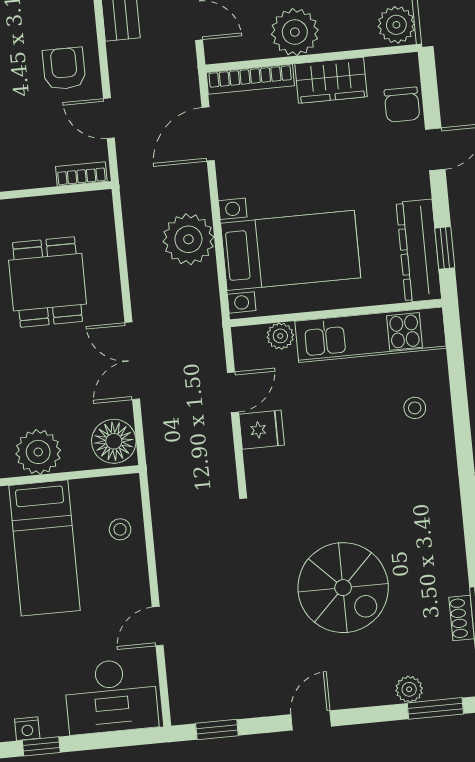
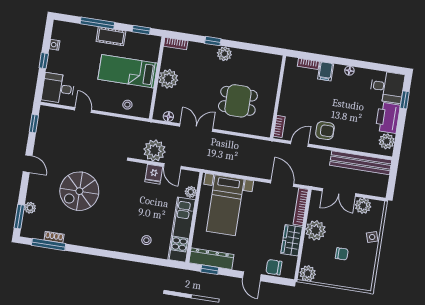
plant: (188, 239) -> (154, 151), moved
floor lamp: (114, 441) -> (168, 117), width x0.53, depth x0.53
desk: (111, 696) -> (58, 88), width x0.73
window: (41, 746) -> (44, 61), moved

